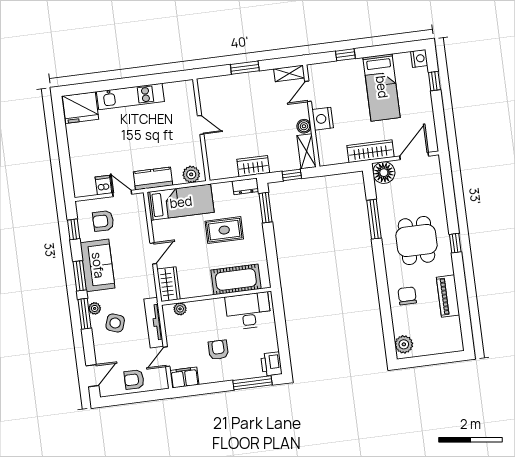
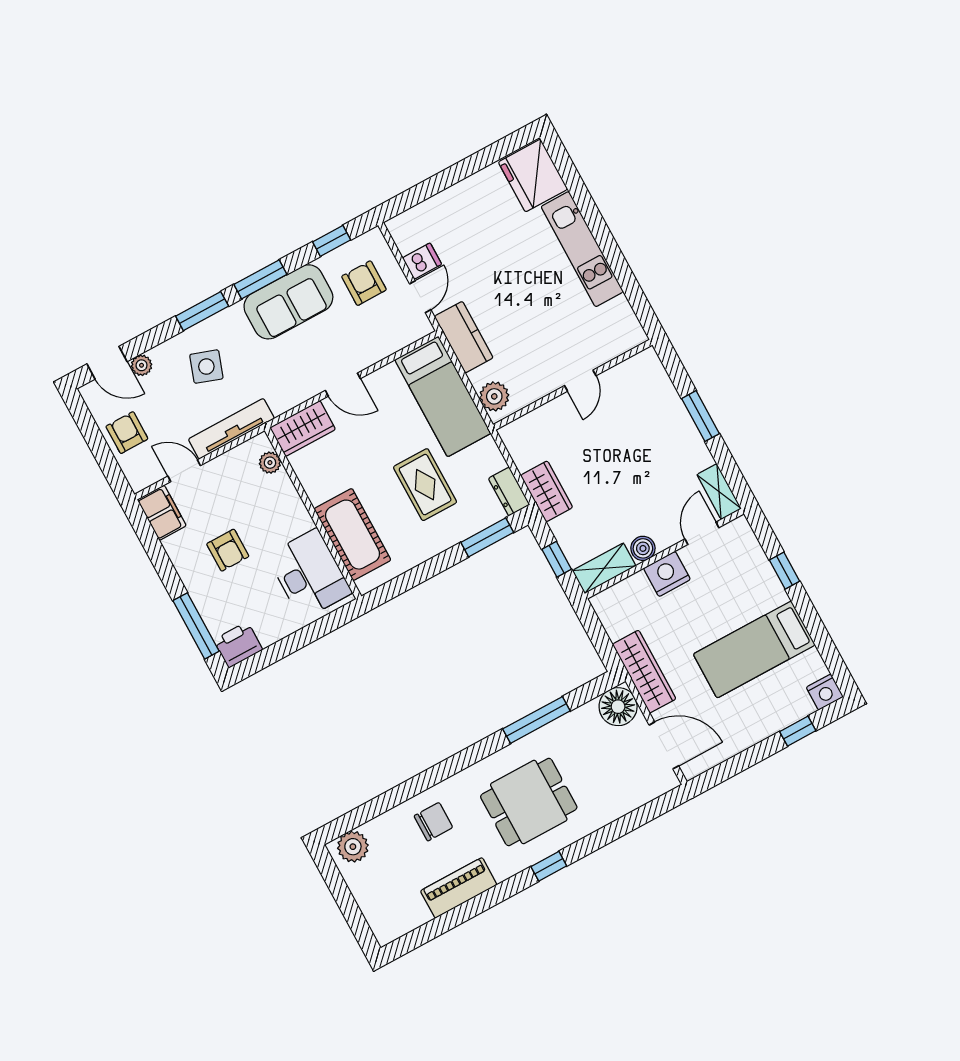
door: (308, 91) -> (702, 533), hinge flipped
plant: (95, 308) -> (142, 365), moved
armchair: (218, 350) -> (228, 550), turned 90

